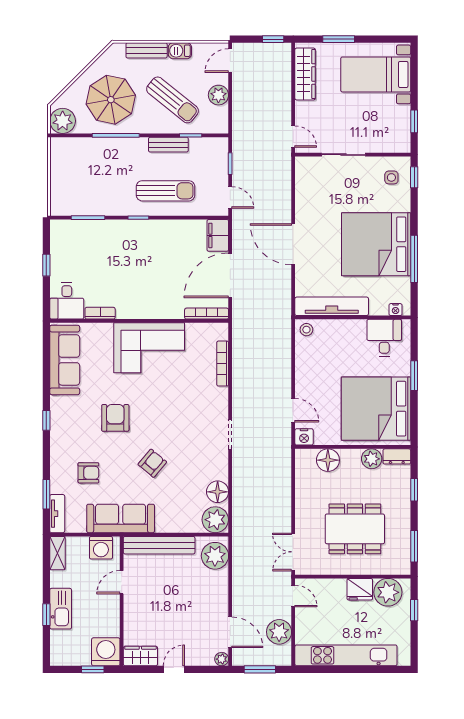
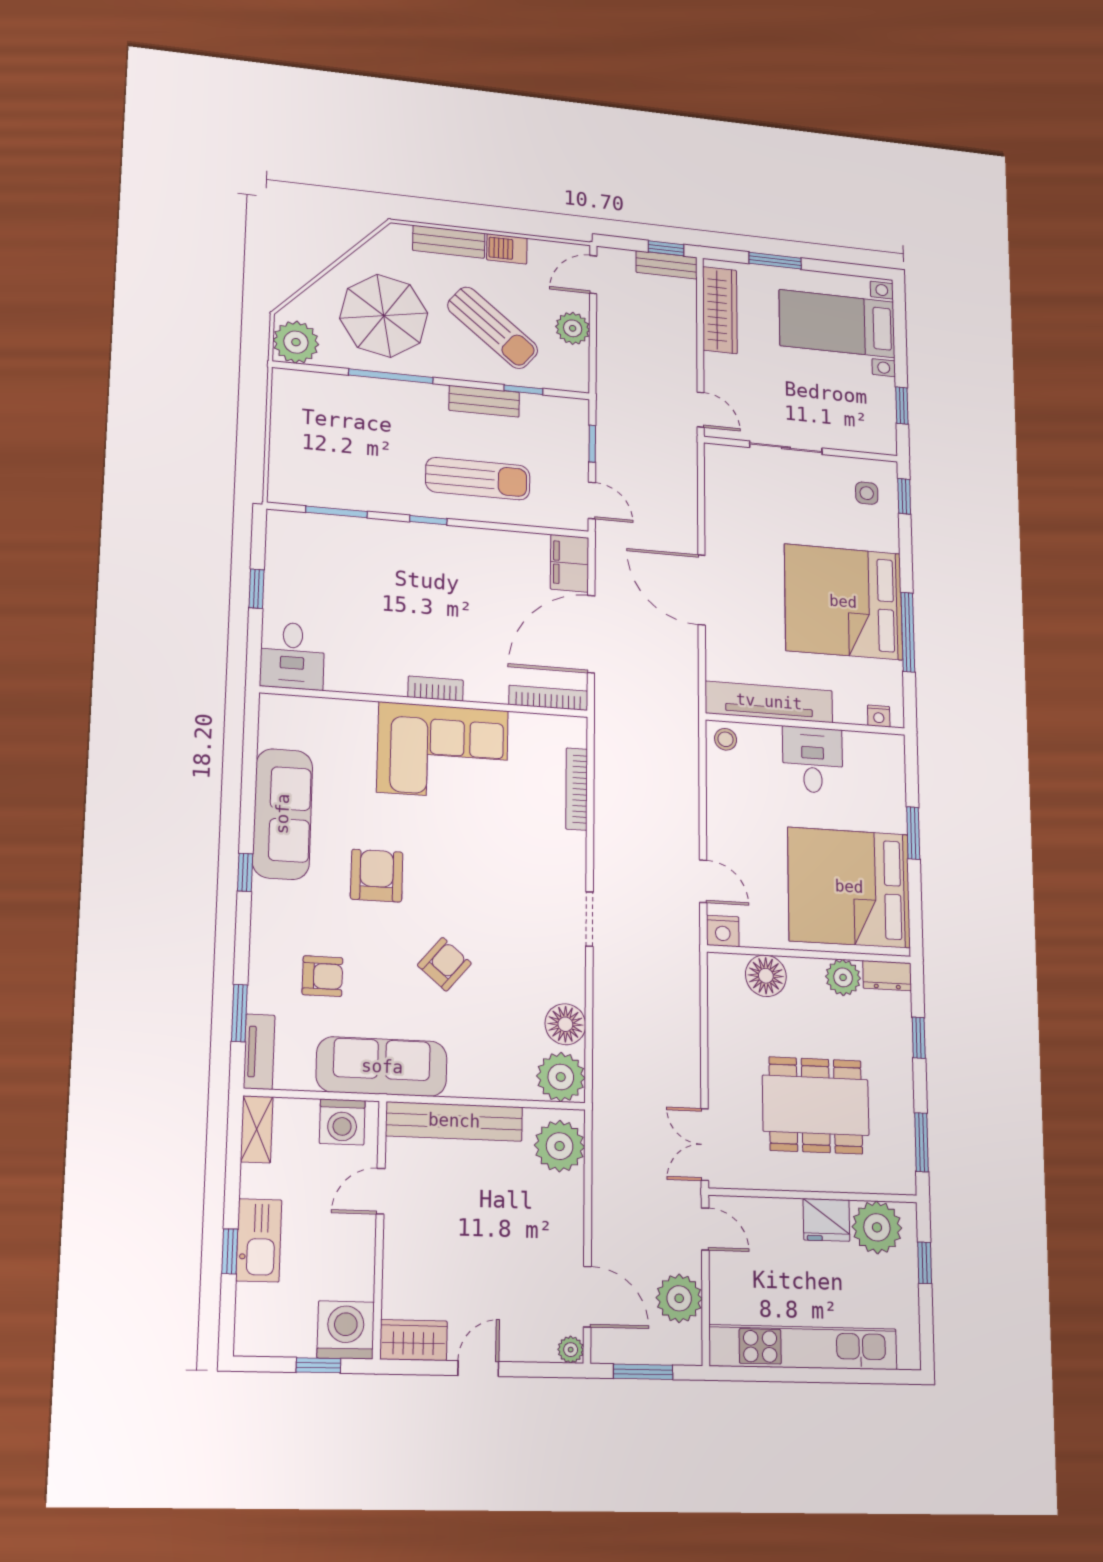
bench: (273, 49) -> (667, 265), added
bookcase: (100, 313) -> (436, 689), moved
desk: (384, 338) -> (813, 760), moved
sofa: (65, 360) -> (283, 814), moved

